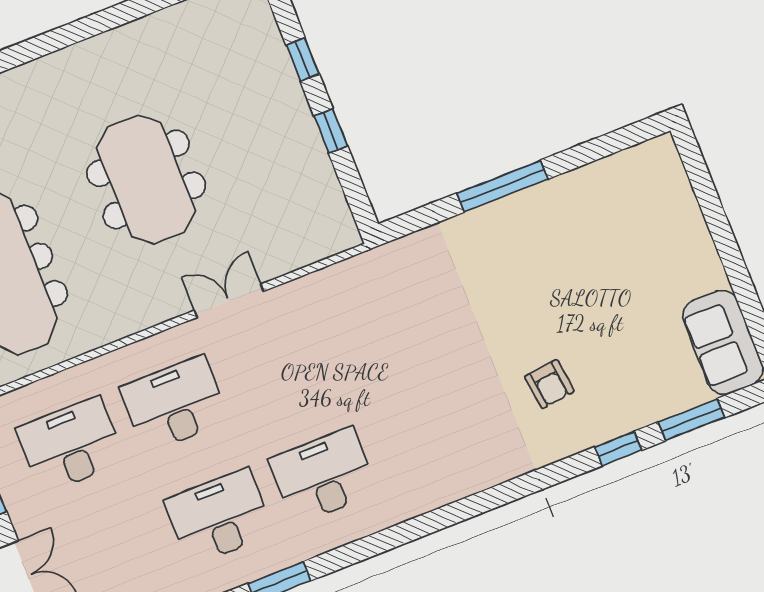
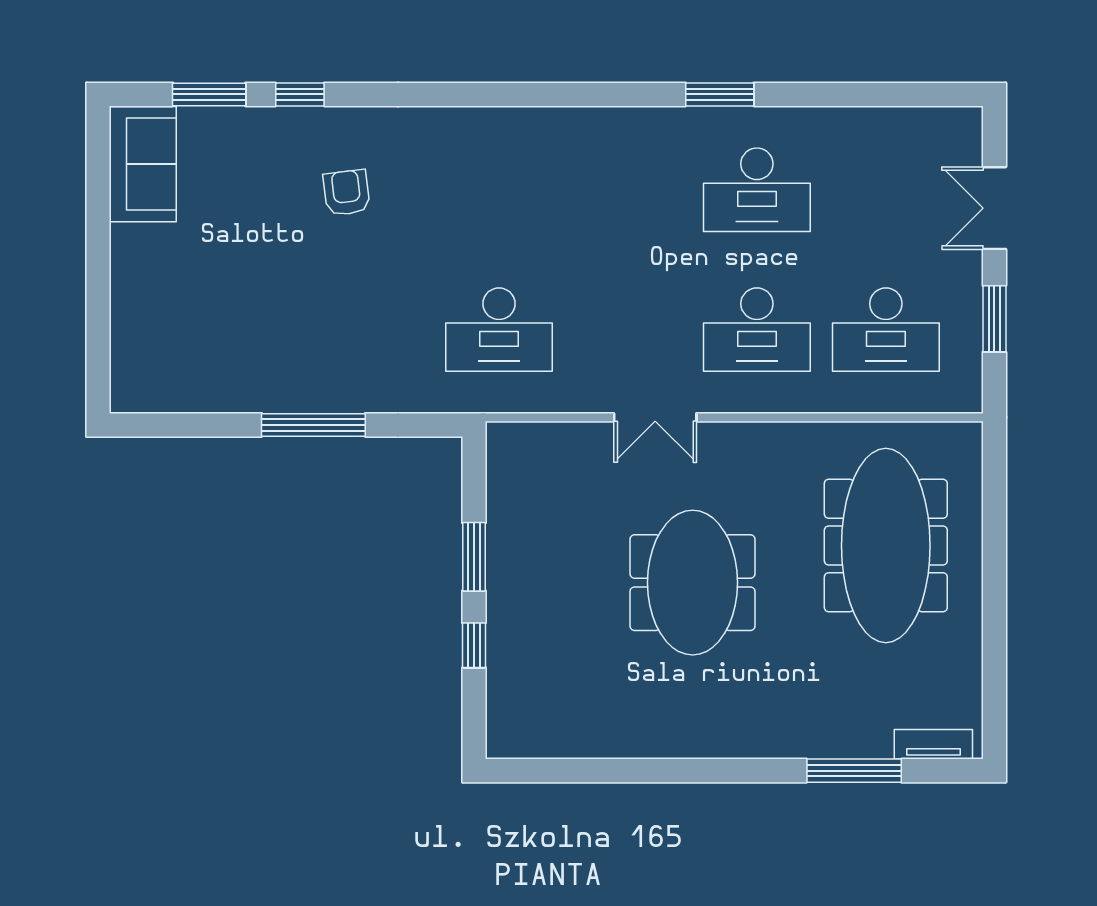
window: (331, 131) -> (474, 557), width x1.50
desk: (323, 476) -> (499, 330), moved

